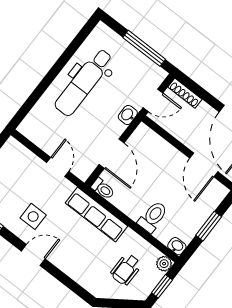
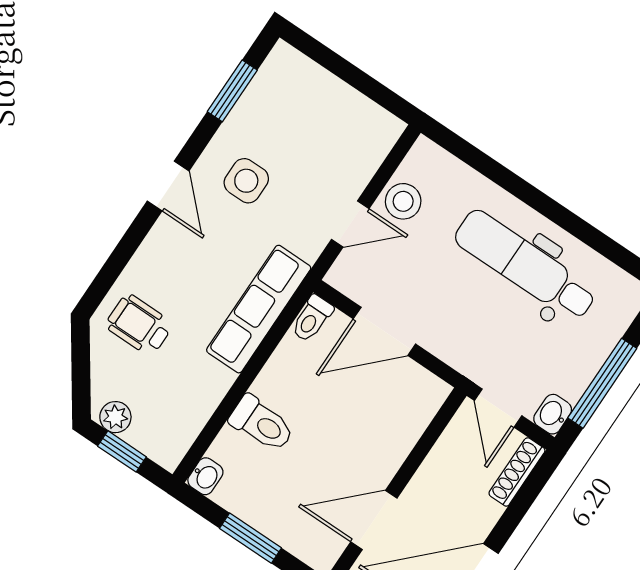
washbasin: (128, 115) -> (553, 414), moved, turned -90
stool: (48, 140) -> (403, 201), added
plant: (164, 264) -> (115, 417), moved
wheelchair: (126, 269) -> (139, 325), moved

